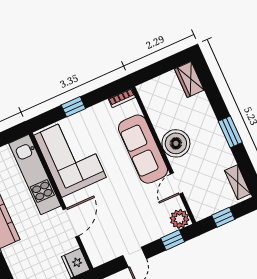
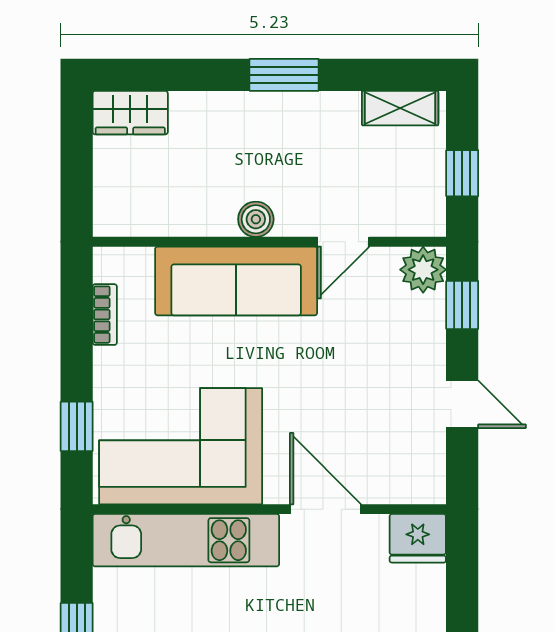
bookcase: (122, 98) -> (105, 315), moved
window: (73, 107) -> (77, 426), moved
boiler: (176, 143) -> (256, 219), width x0.54, depth x0.54
door: (177, 183) -> (343, 242), hinge flipped

